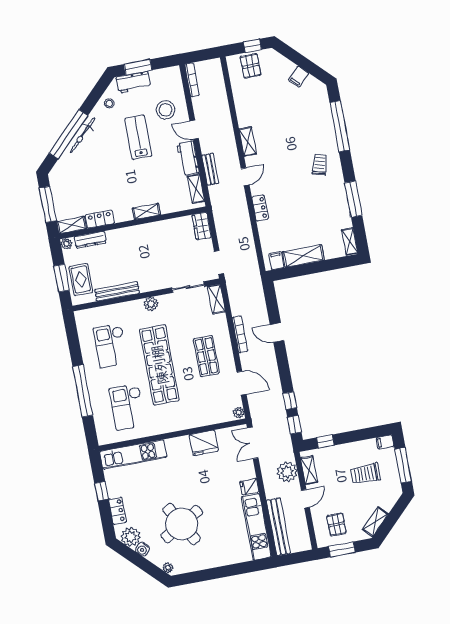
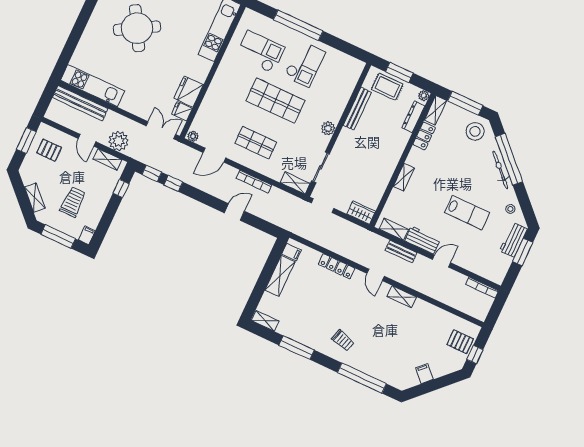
stool: (166, 110) -> (475, 131), moved
locker: (260, 208) -> (337, 266), width x1.53
checkout: (111, 346) -> (305, 64), moved, turned 90
shop shelf: (159, 365) -> (275, 101), width x0.71
fridge: (249, 487) -> (182, 111), moved, turned -90
shelving: (375, 522) -> (35, 198), moved

